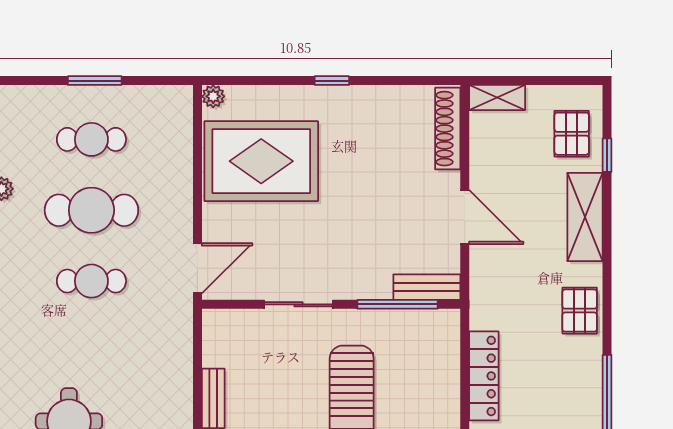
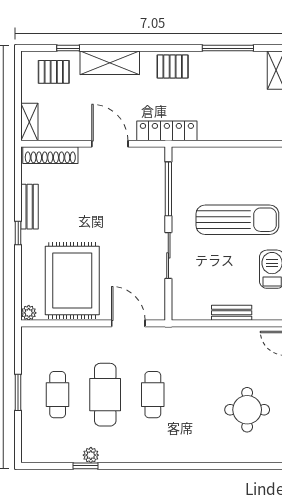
door: (465, 217) -> (110, 144), hinge flipped
door: (197, 268) -> (128, 323), moved
bench: (427, 287) -> (30, 207), moved
locker: (484, 376) -> (167, 131), moved

